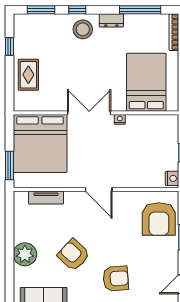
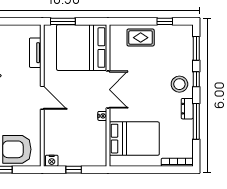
window: (140, 10) -> (196, 121), moved
door: (99, 189) -> (42, 98), swing flipped

